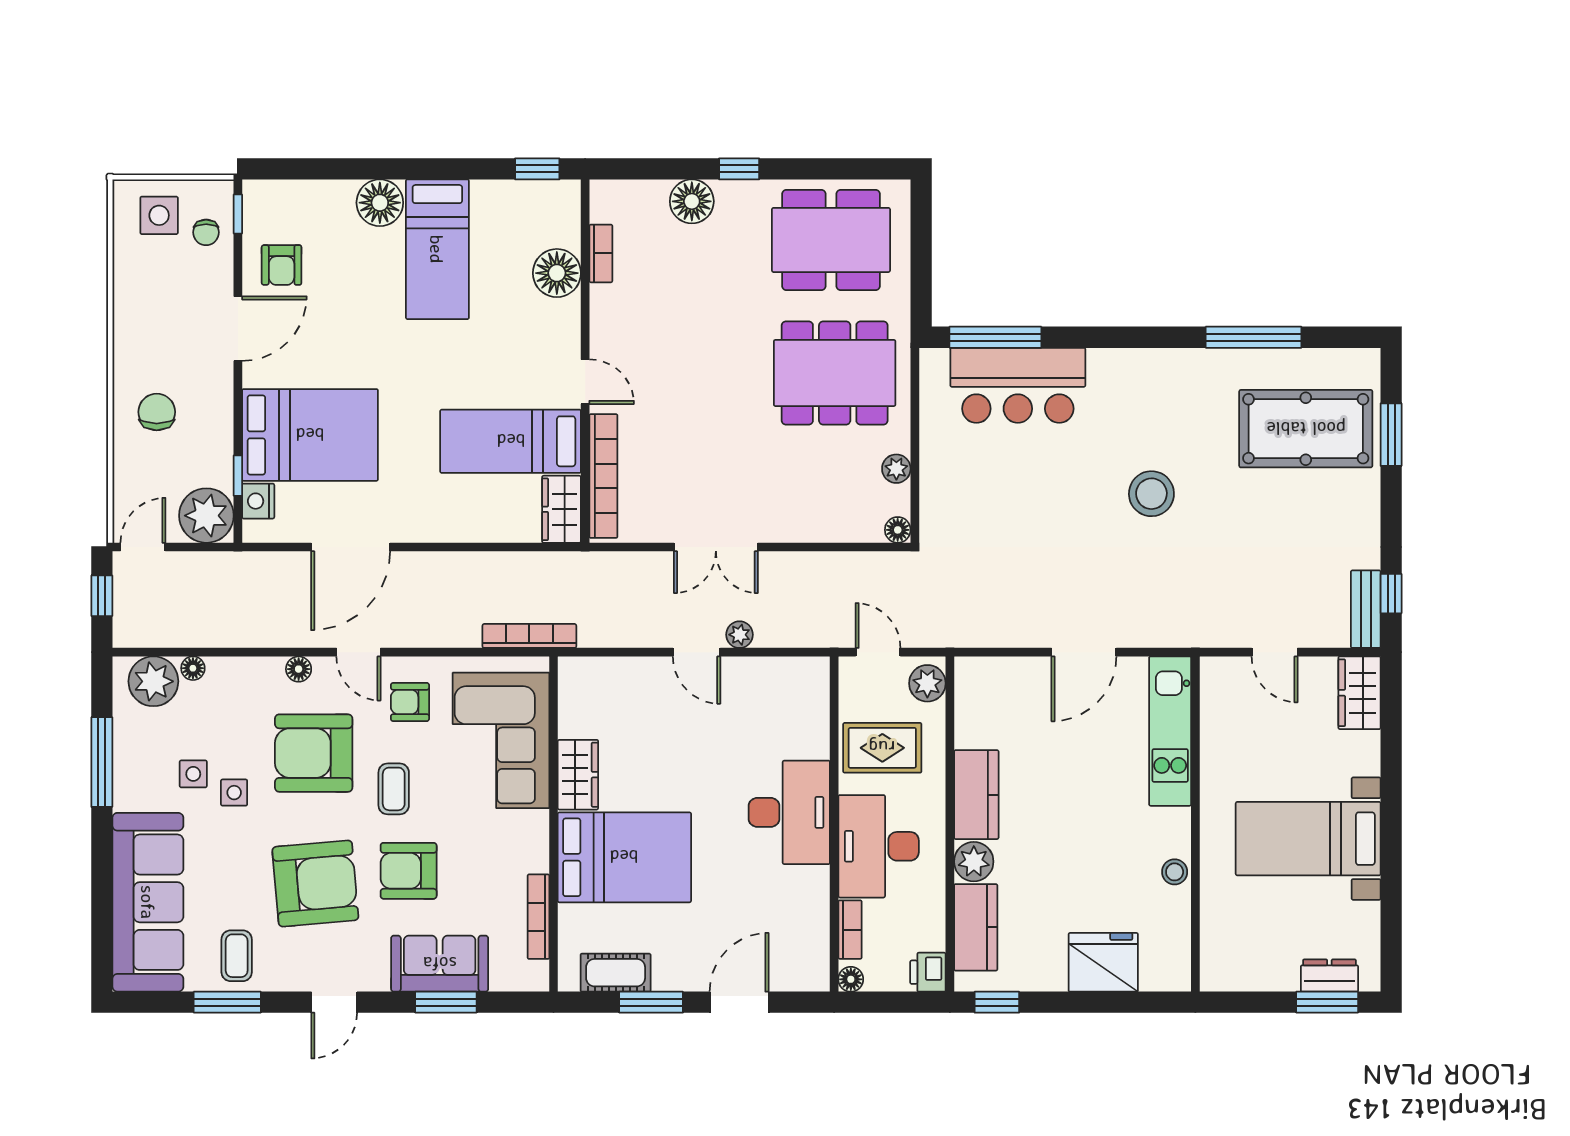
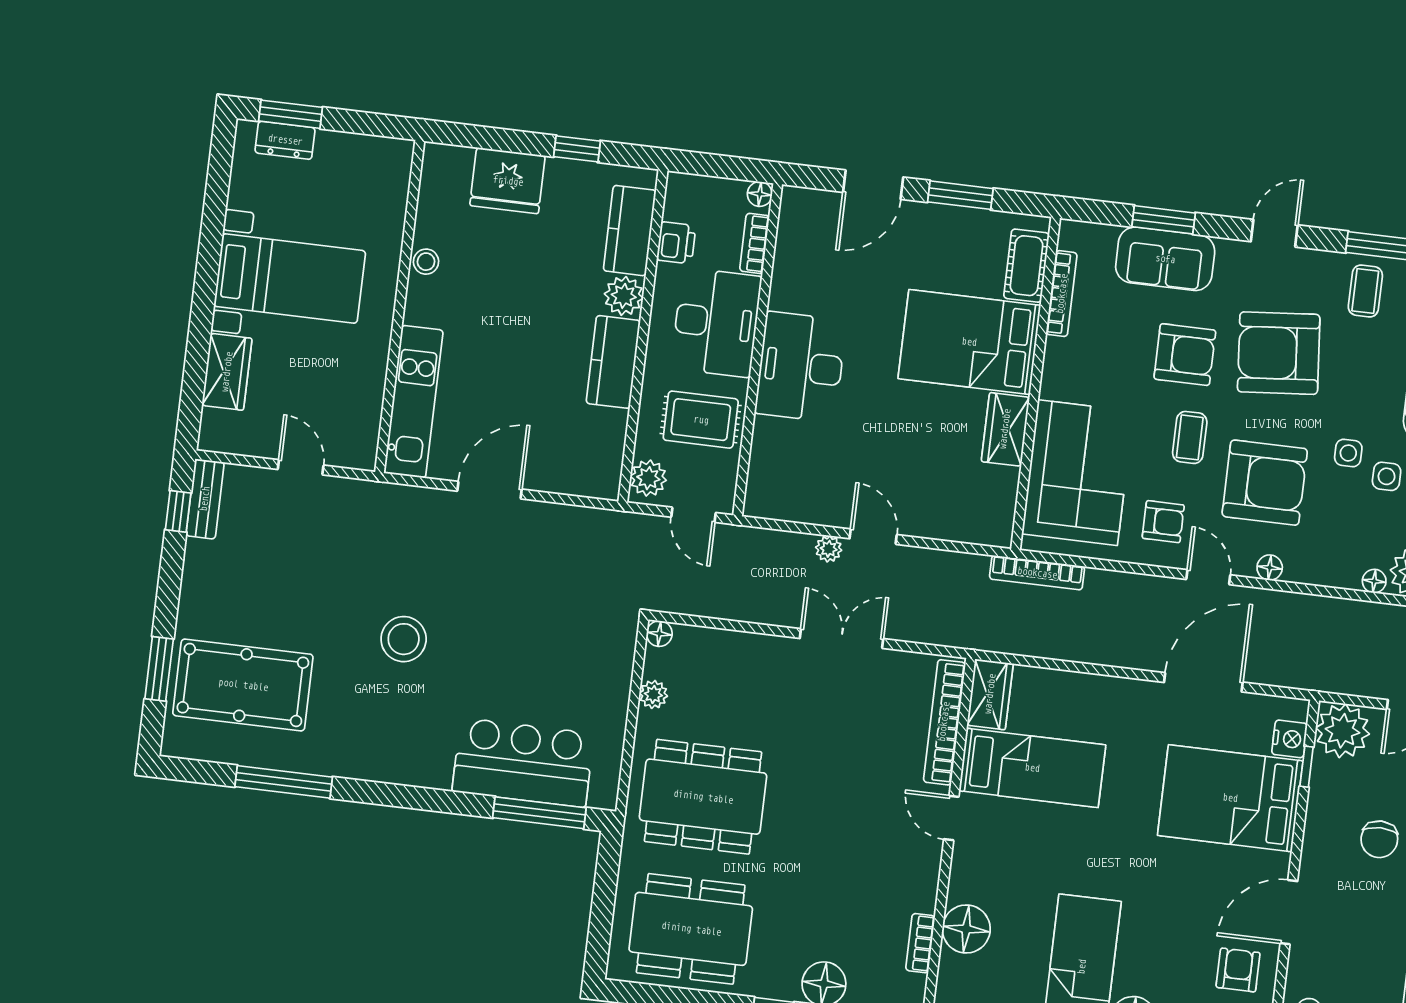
wardrobe: (1359, 693) -> (227, 372), moved
printer: (928, 972) -> (676, 243), moved
cot: (616, 973) -> (1026, 266), moved, turned 90
window: (997, 1002) -> (577, 149), moved

